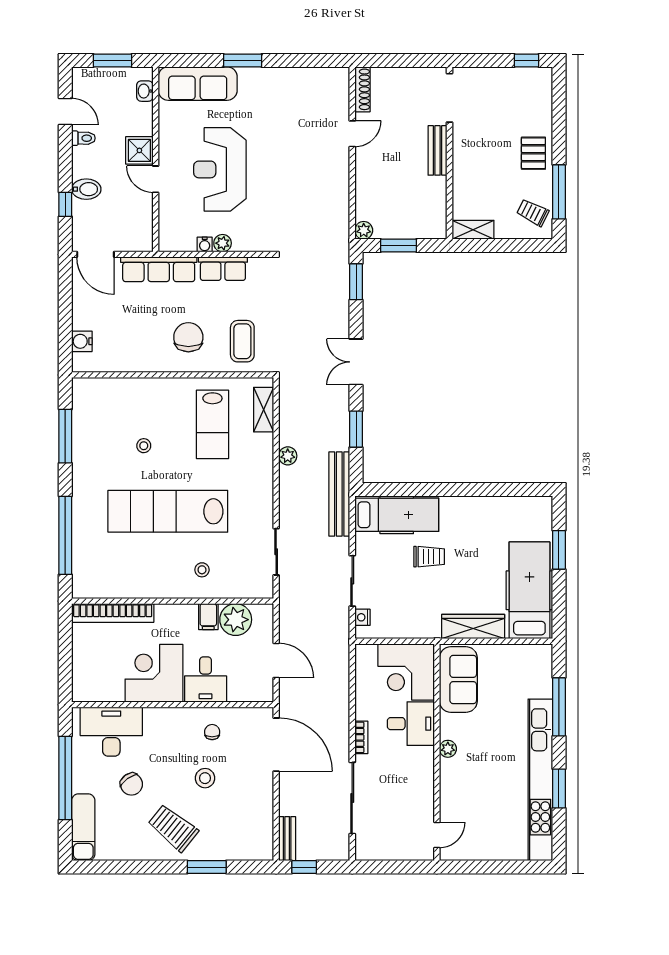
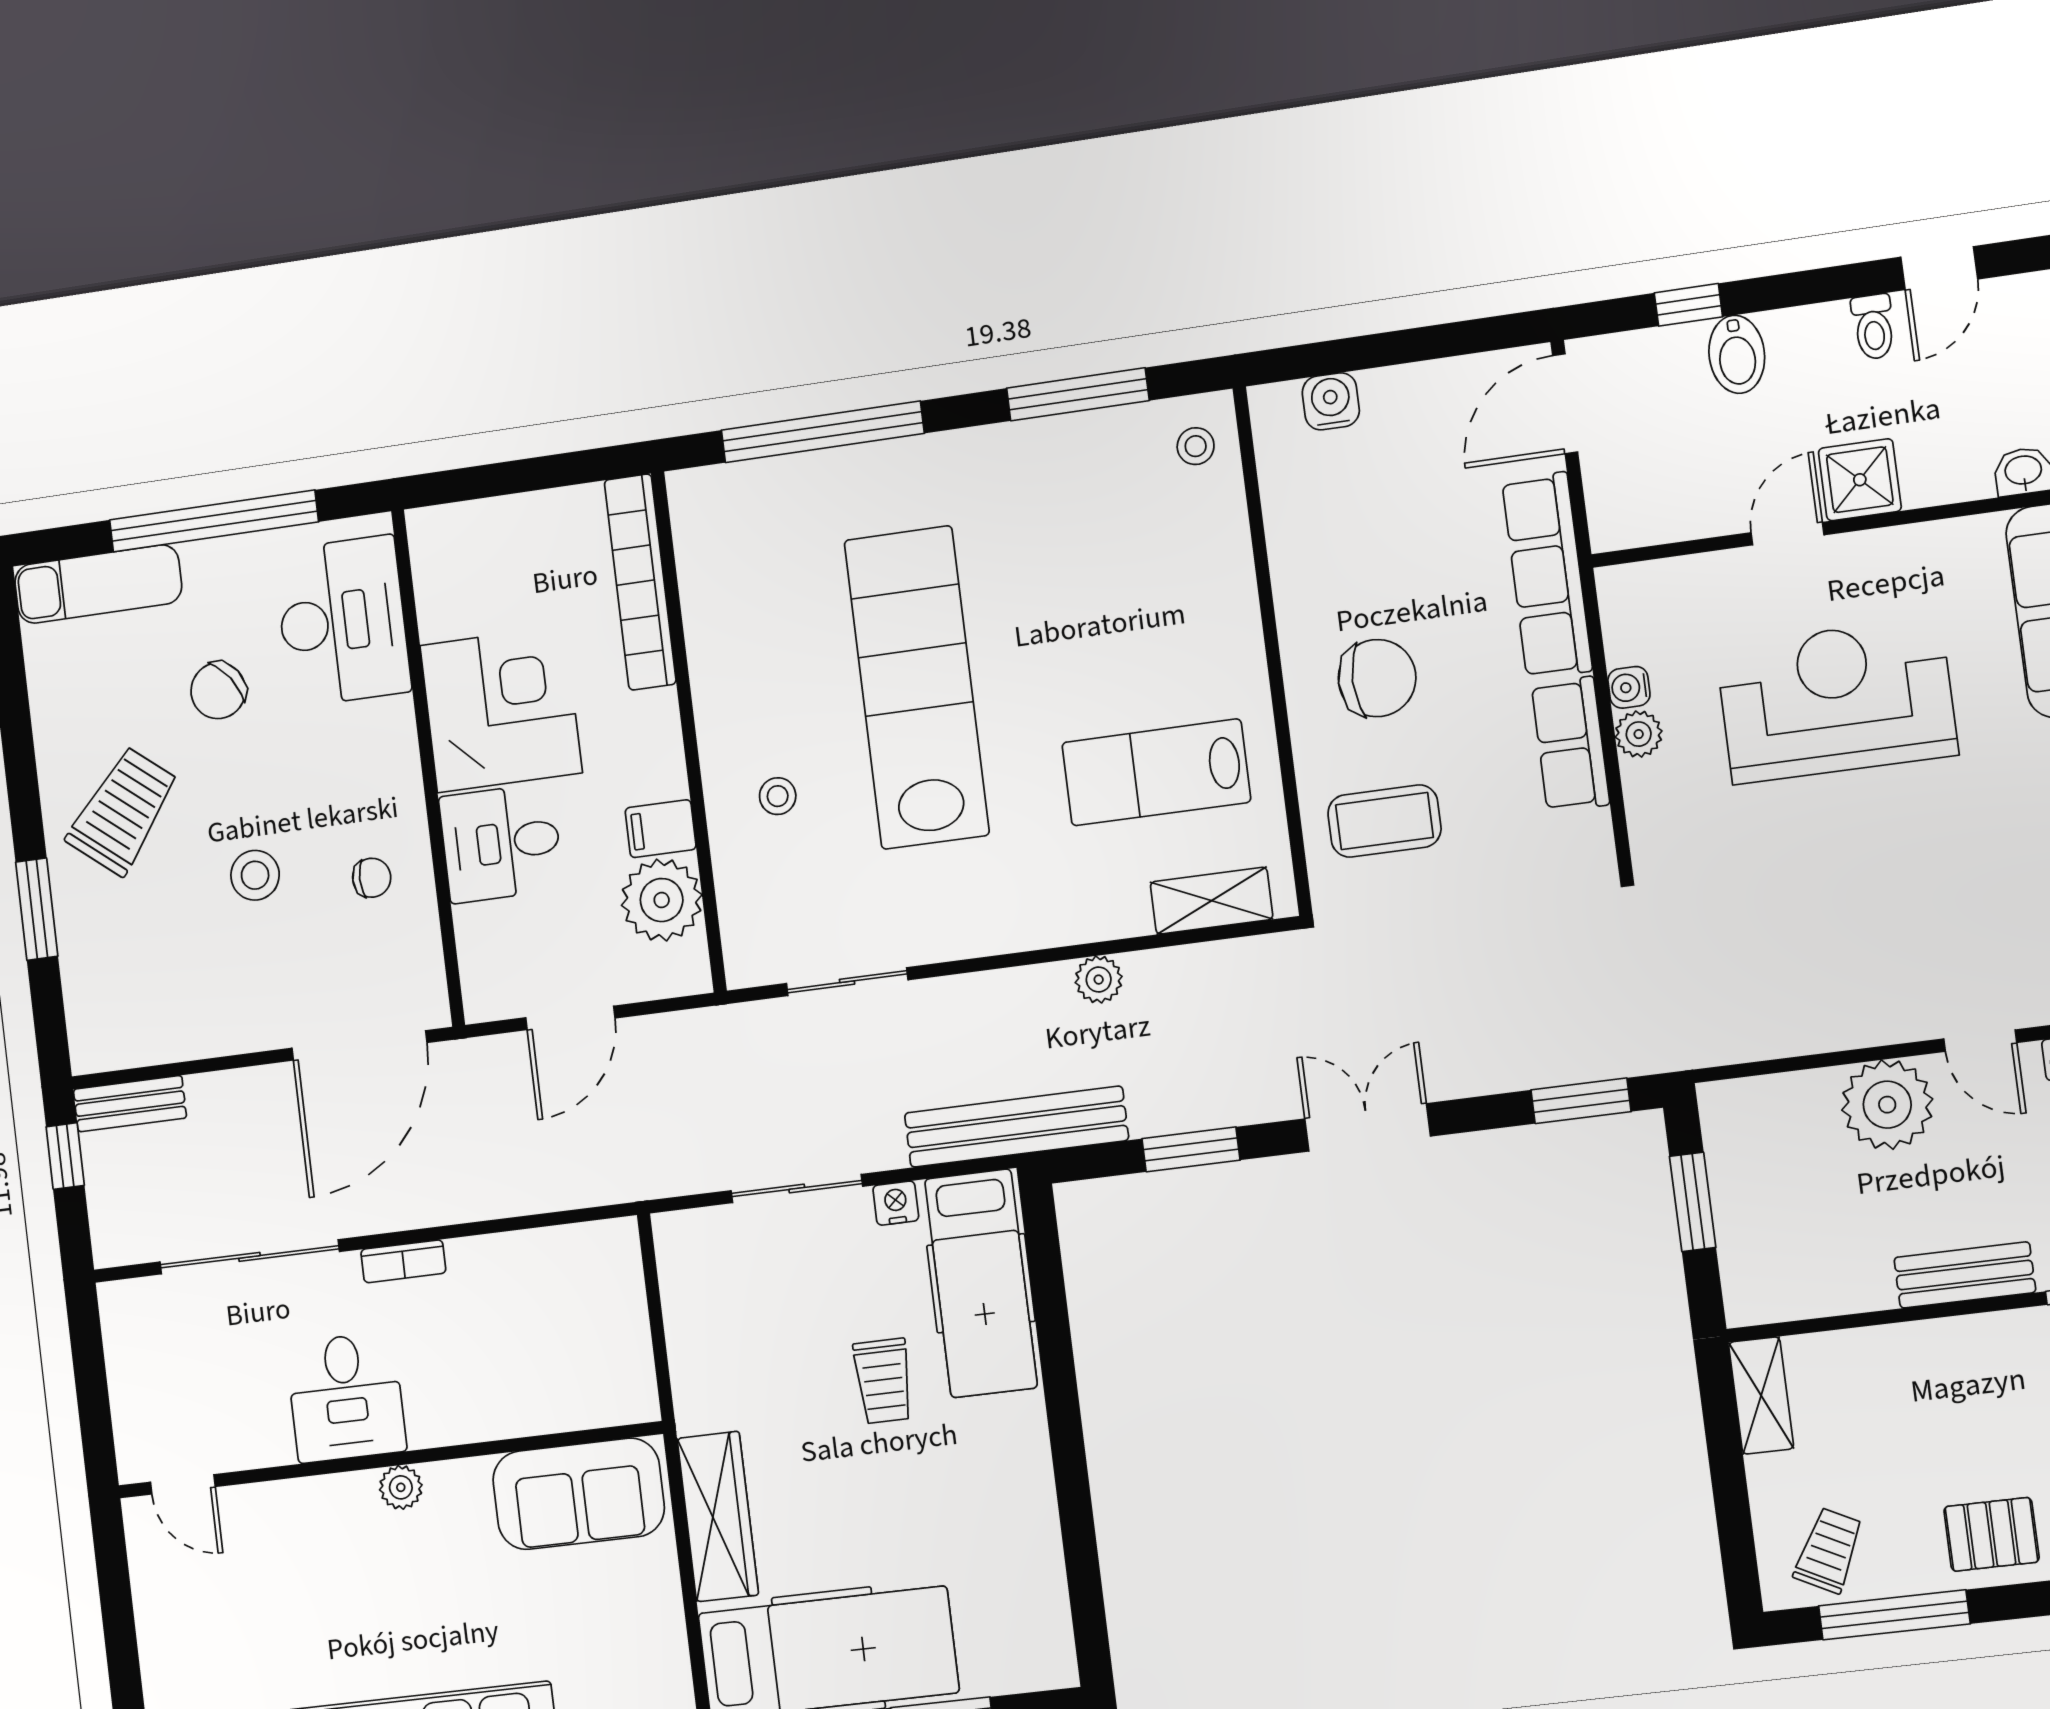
plant: (364, 230) -> (1887, 1105), moved, width x1.87, depth x1.87
stool: (144, 446) -> (1196, 446), moved
nightstand: (362, 617) -> (896, 1203), moved
corner desk: (406, 672) -> (582, 1356), removed
desk: (411, 724) -> (346, 1397), moved

